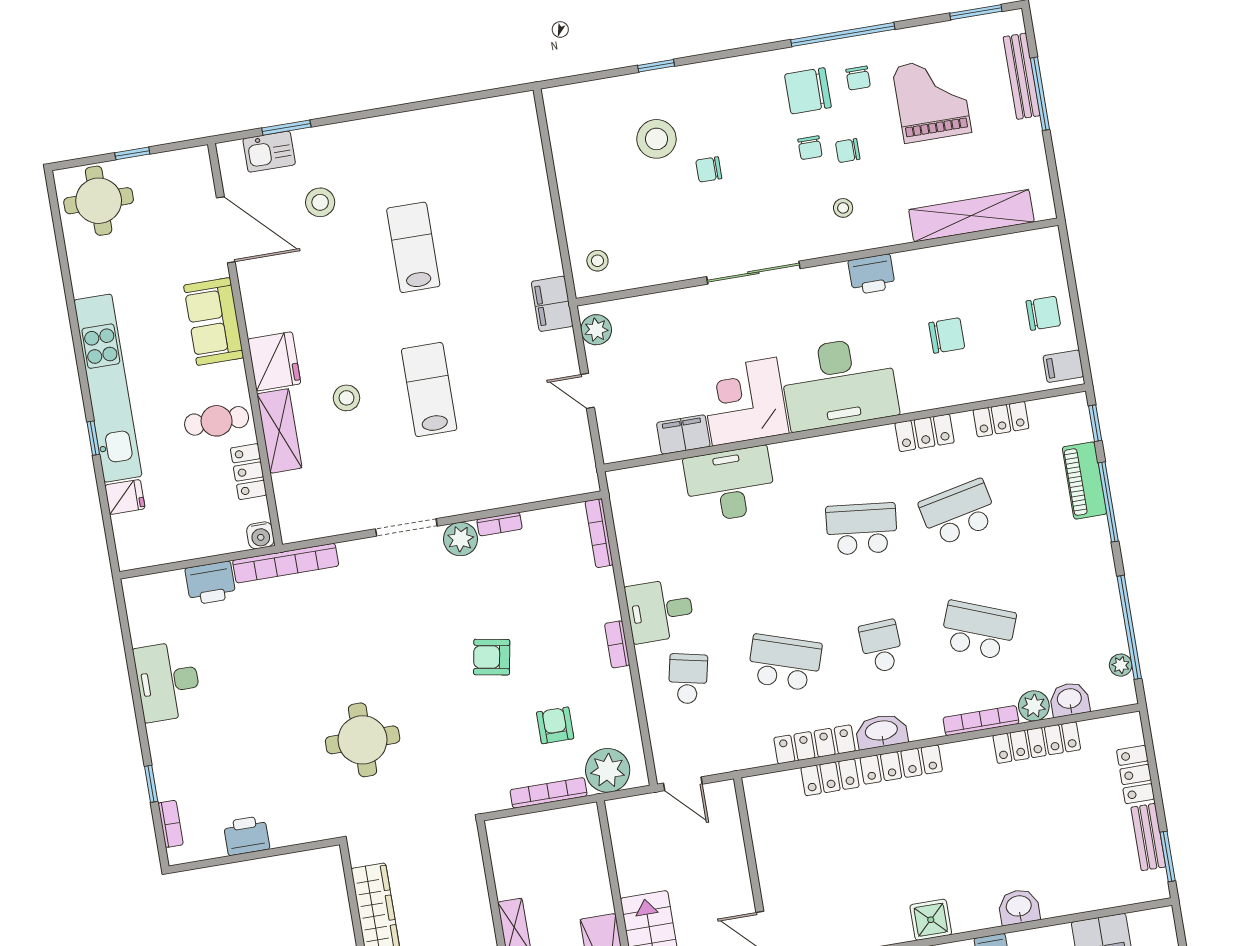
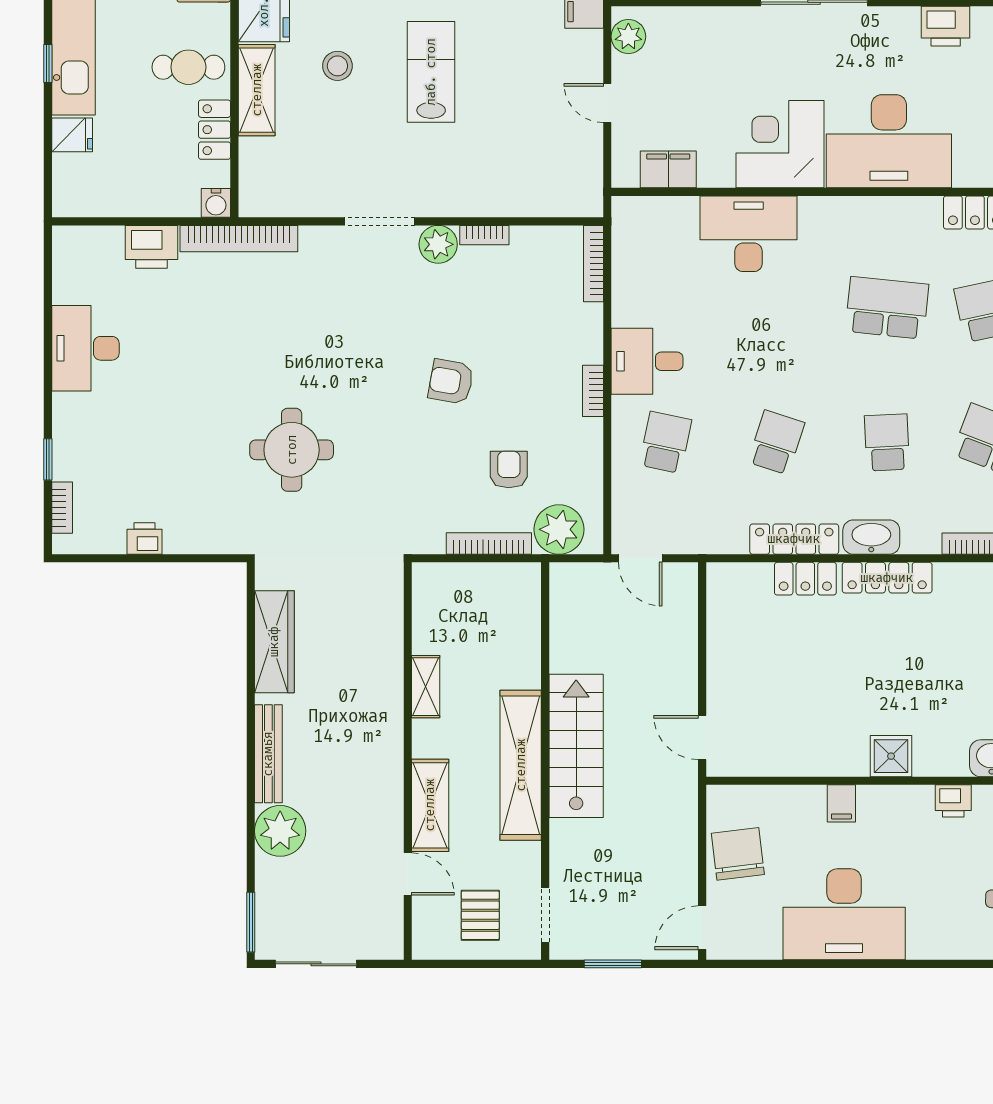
filing cabinet: (683, 435) -> (668, 169), moved
school desk: (785, 663) -> (776, 442), width x0.54
printer: (246, 836) -> (144, 539), width x0.73, depth x0.81

